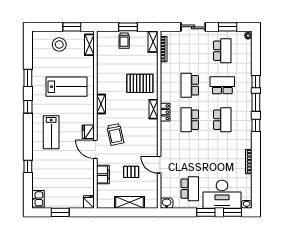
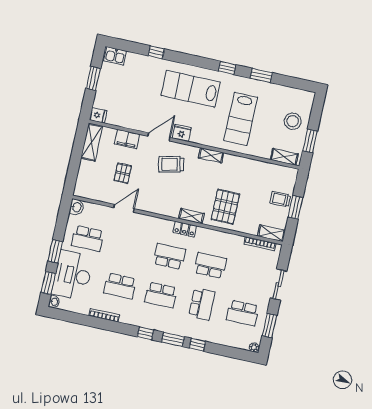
lab bench: (51, 132) -> (191, 89), width x1.36, depth x1.39
school desk: (222, 154) -> (120, 286), added
shelving: (130, 202) -> (92, 142), moved

